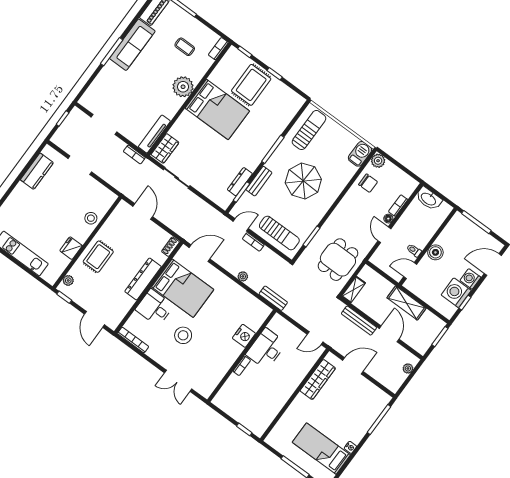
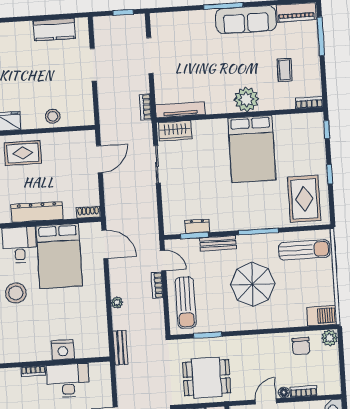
rug: (251, 85) -> (304, 199), moved, turned 90
dresser: (240, 182) -> (197, 226), width x0.70

